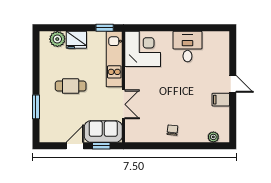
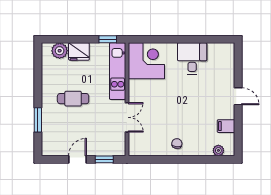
filing cabinet: (221, 100) -> (226, 126), moved
sofa: (103, 131) -> (106, 145), removed

